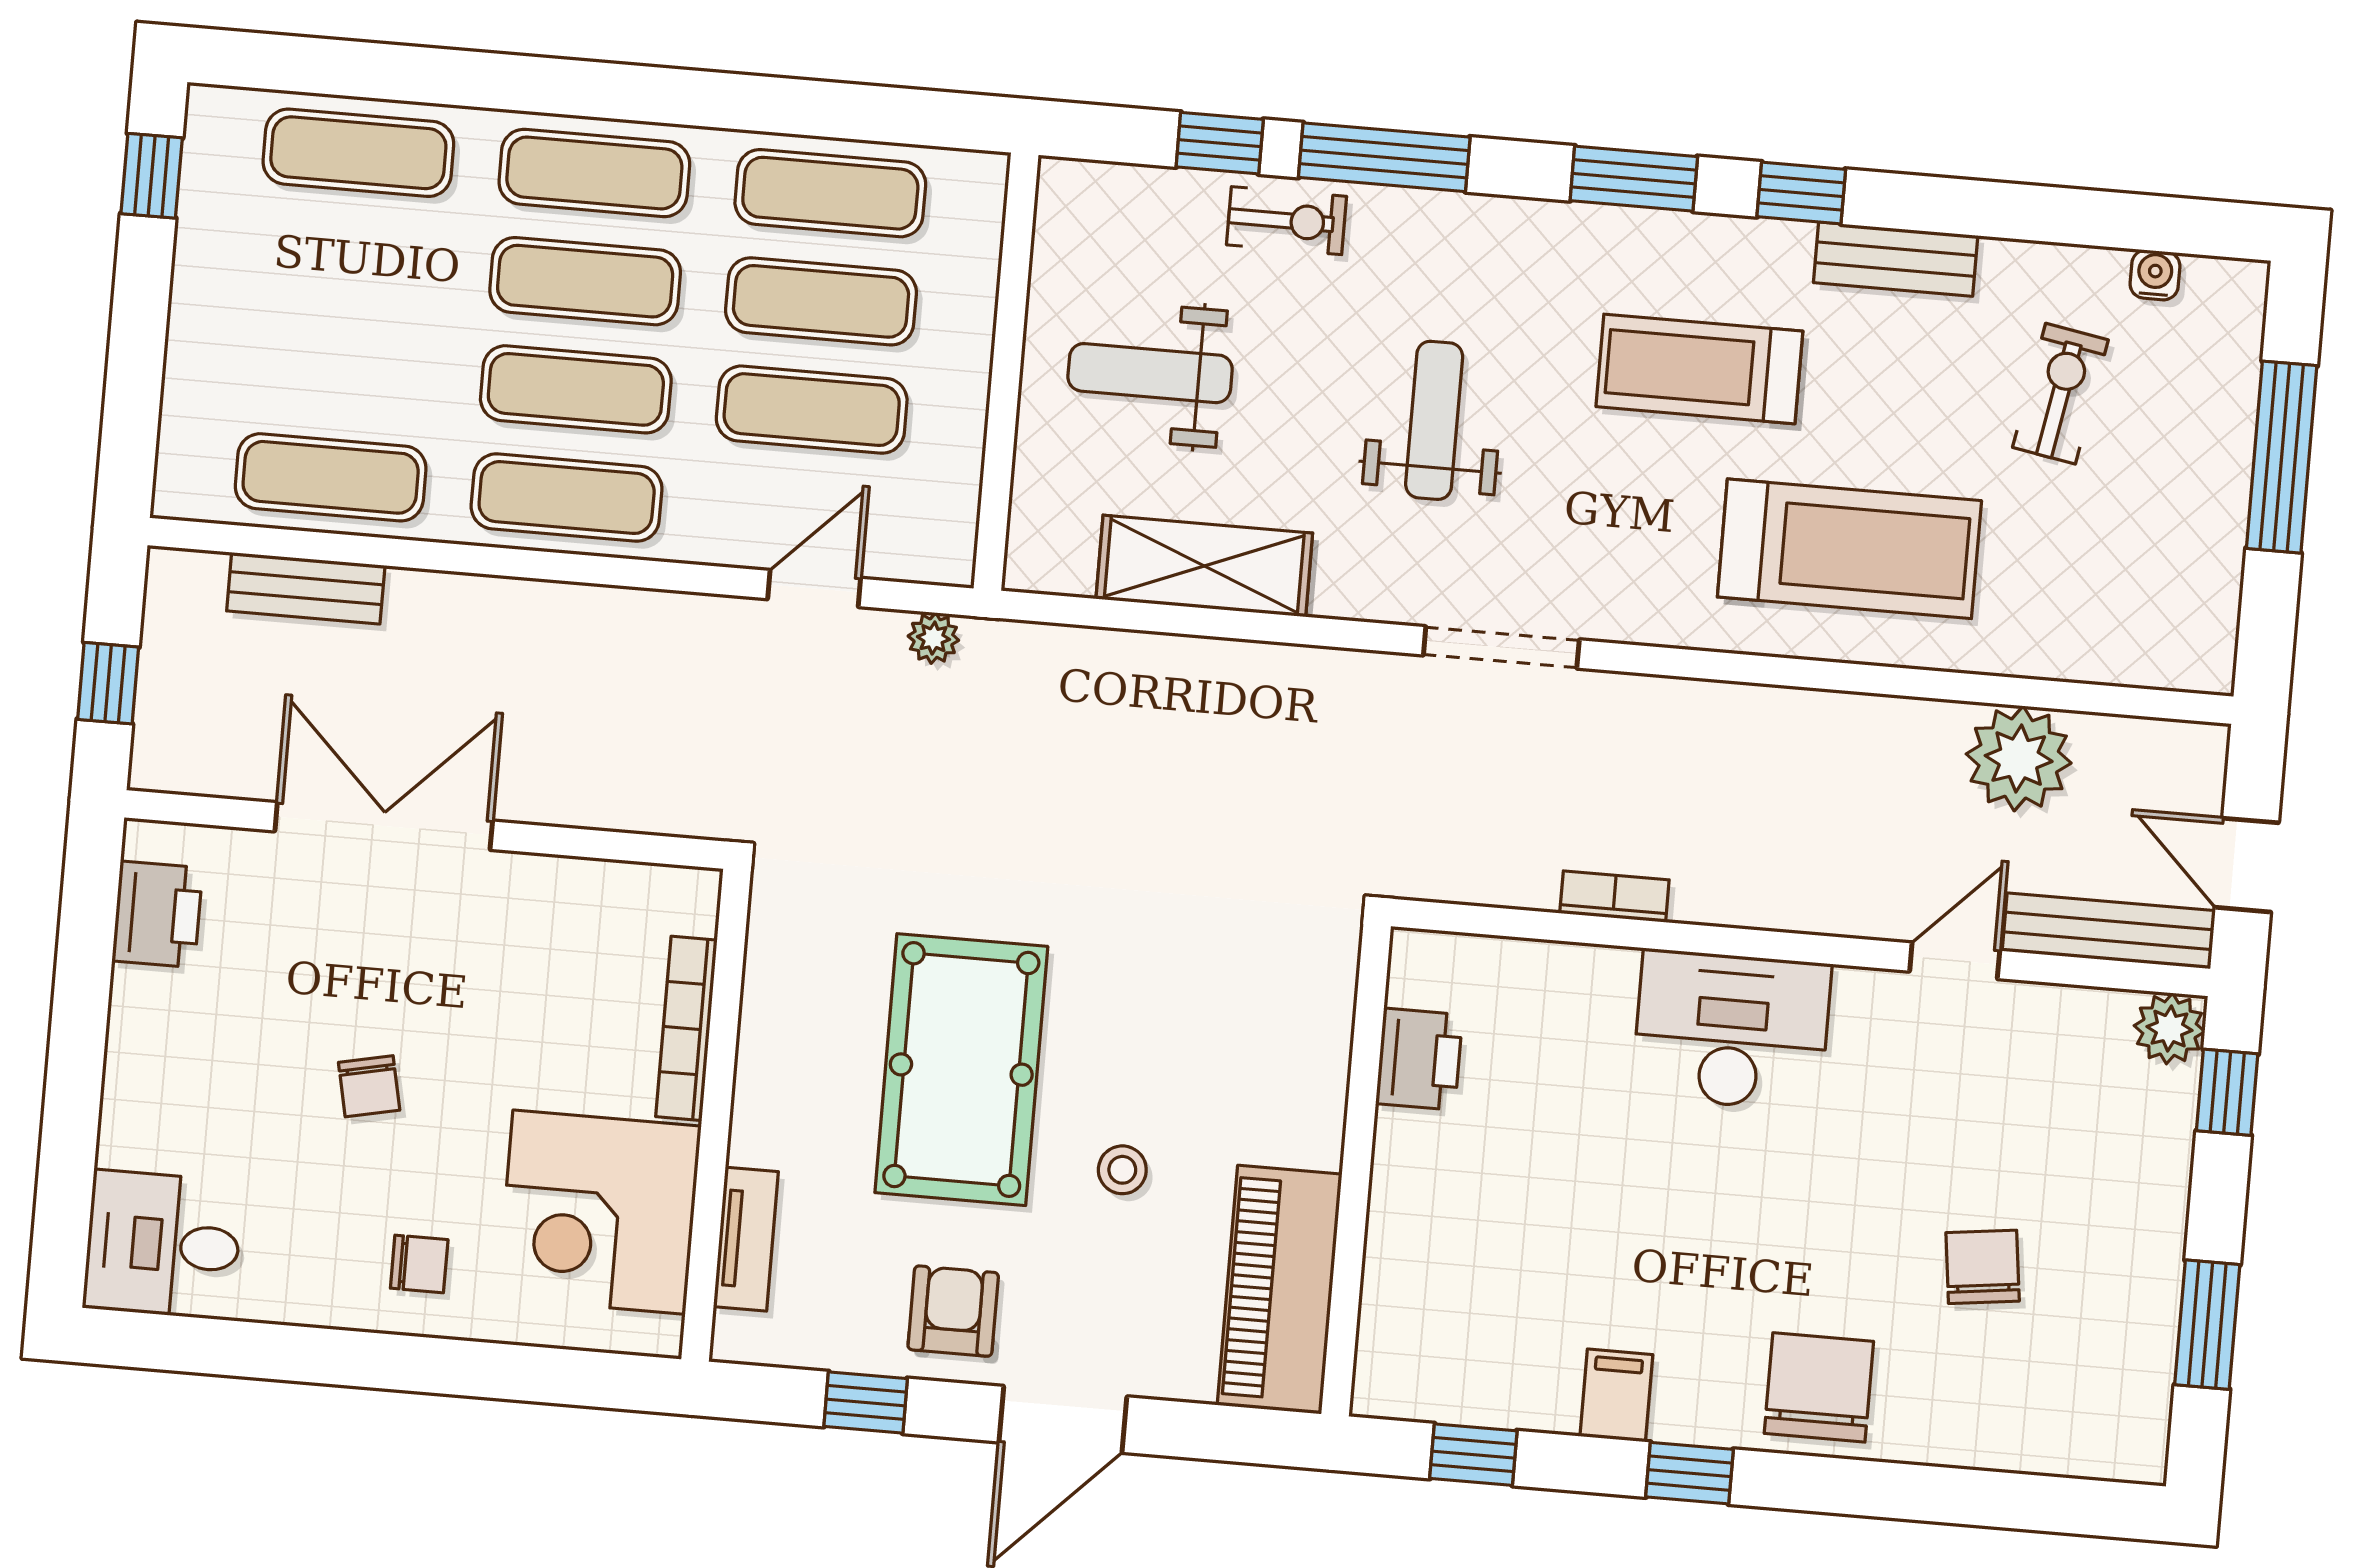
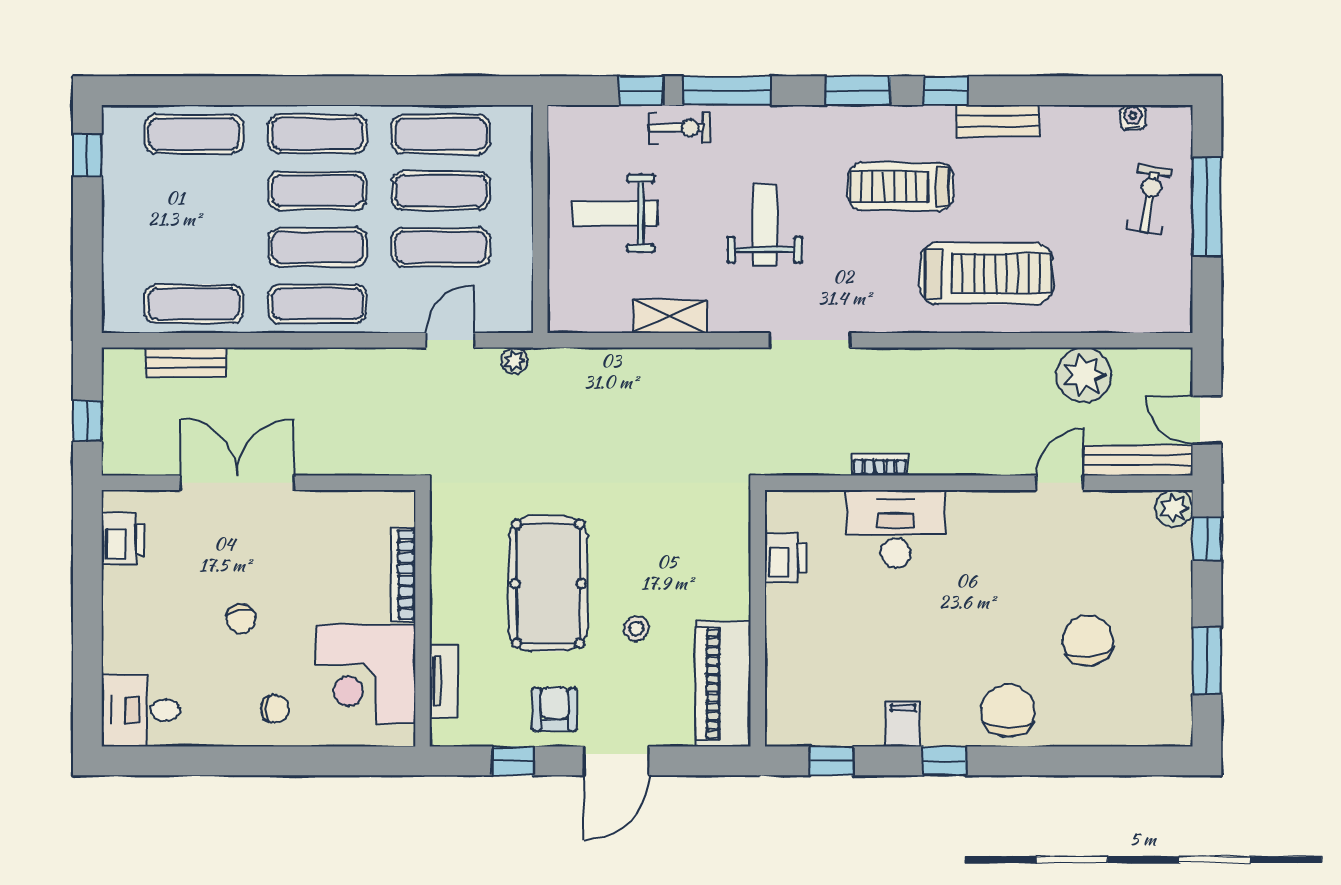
exercise bike: (2060, 394) -> (1149, 199), moved
shelving: (1204, 566) -> (670, 317), width x0.67, depth x0.75
desk: (1732, 1030) -> (896, 529), moved
chair: (1983, 1267) -> (1088, 641), width x1.37, depth x1.37

